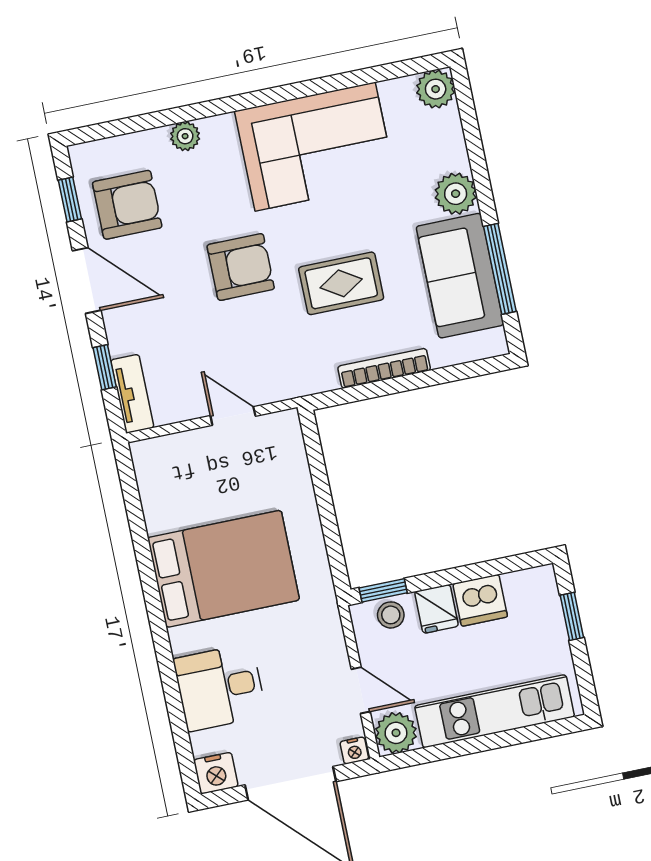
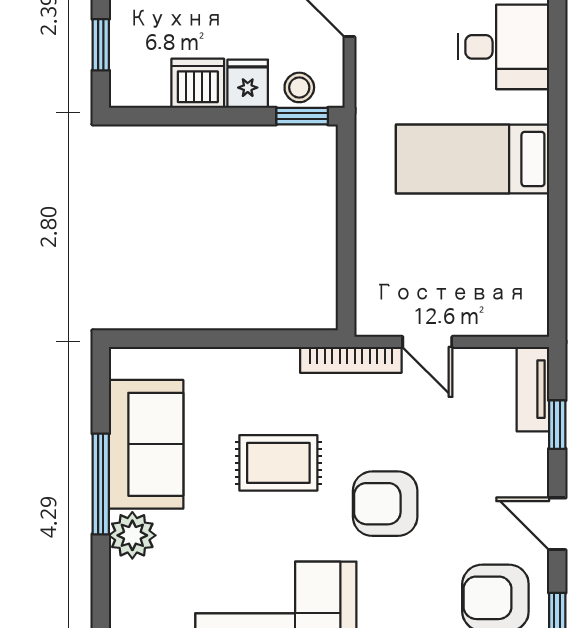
window: (500, 269) -> (101, 484), moved
door: (87, 281) -> (557, 524), width x0.73
bookcase: (384, 368) -> (351, 360), moved
bed: (224, 569) -> (472, 159), width x0.67

